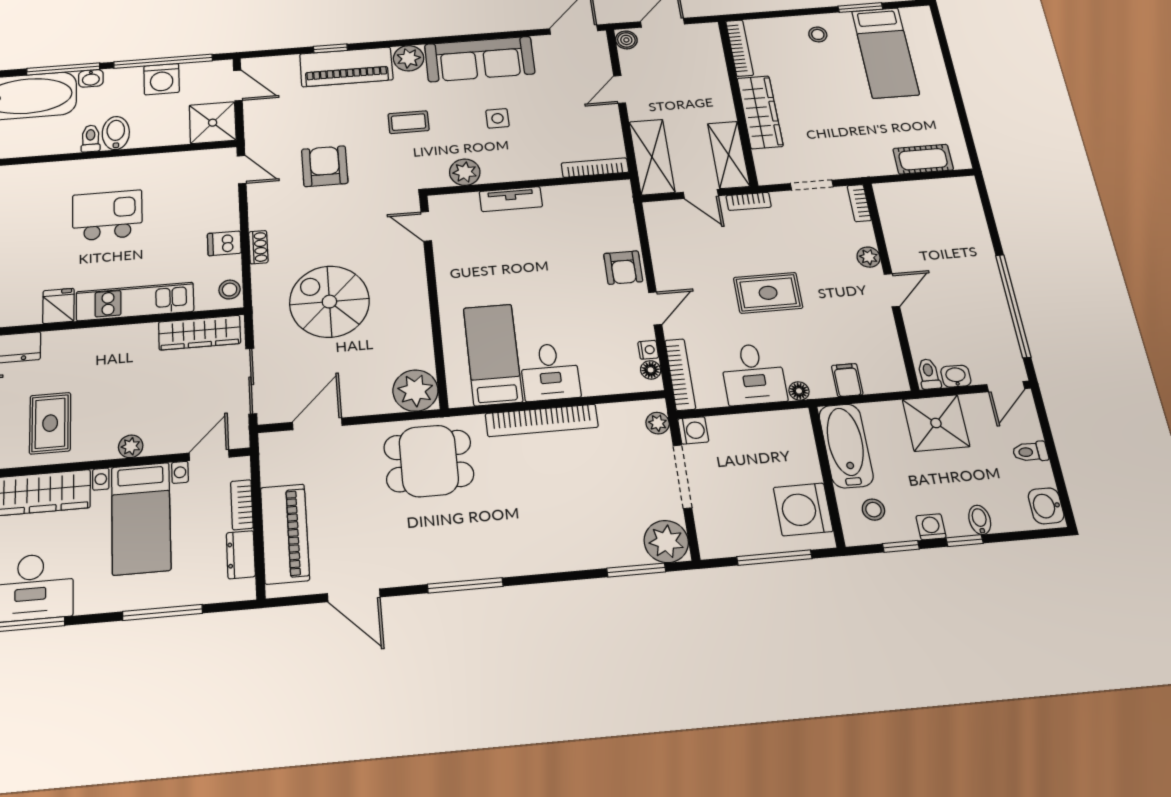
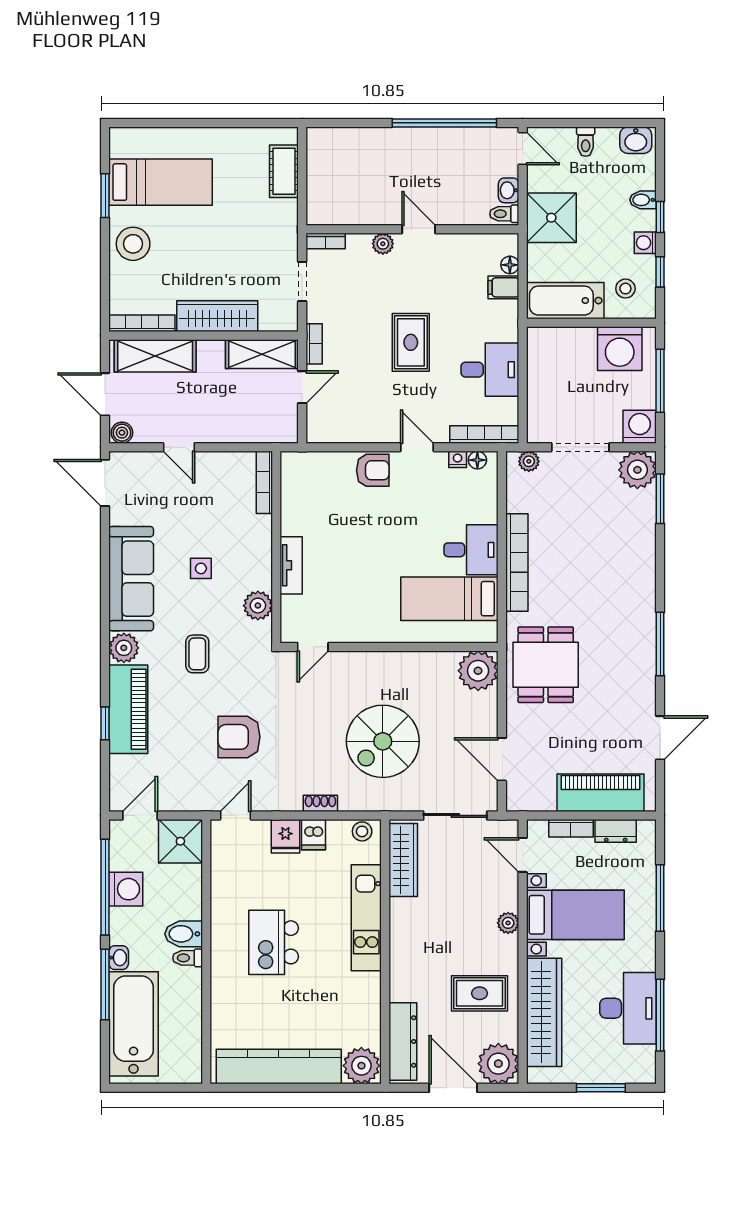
stool: (818, 34) -> (133, 244), width x1.89, depth x1.89
shelving: (652, 157) -> (155, 356), moved
fridge: (58, 306) -> (285, 836), moved, turned -90
floor lamp: (799, 391) -> (510, 265), moved
washing machine: (693, 430) -> (640, 427), moved, width x1.38, depth x1.38

